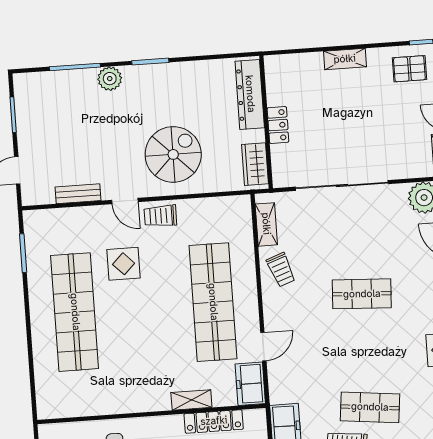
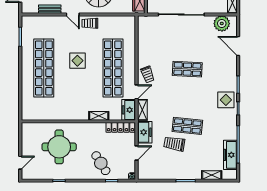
shelving: (266, 224) -> (142, 110), moved
display table: (124, 264) -> (77, 61), moved
trolley: (281, 270) -> (148, 74), moved
locker: (214, 421) -> (120, 127), moved

